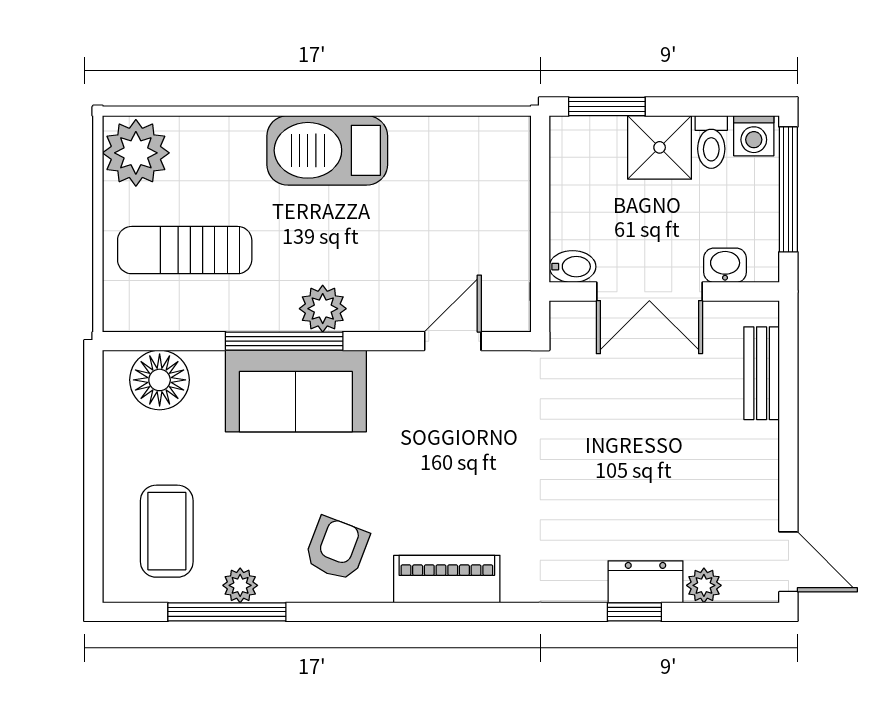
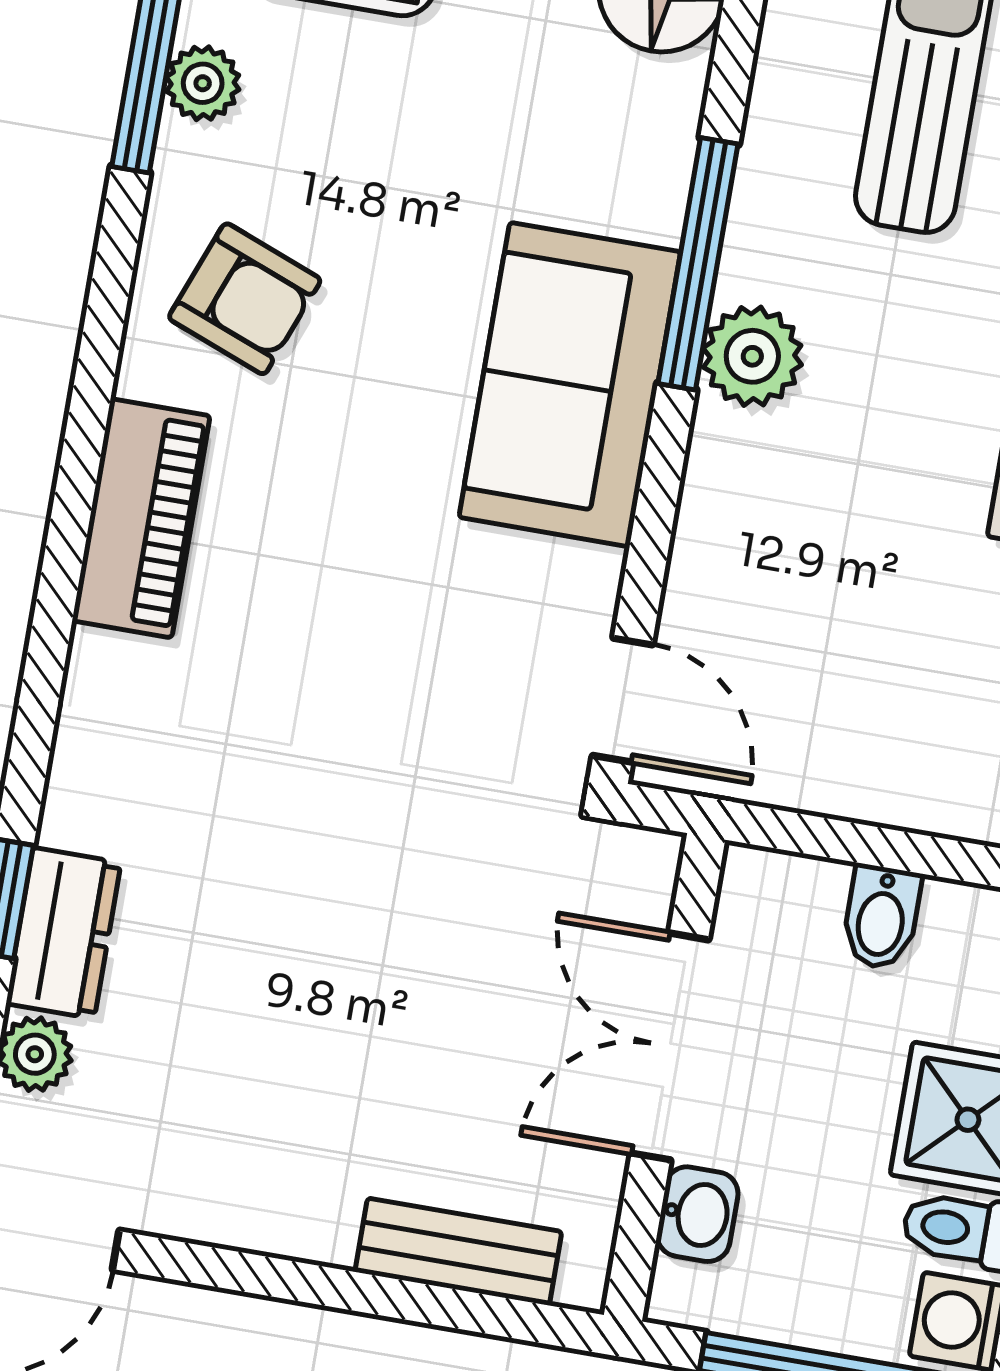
bidet: (573, 267) -> (881, 917), moved
door: (453, 341) -> (623, 700), moved
sofa: (296, 391) -> (570, 385), moved

